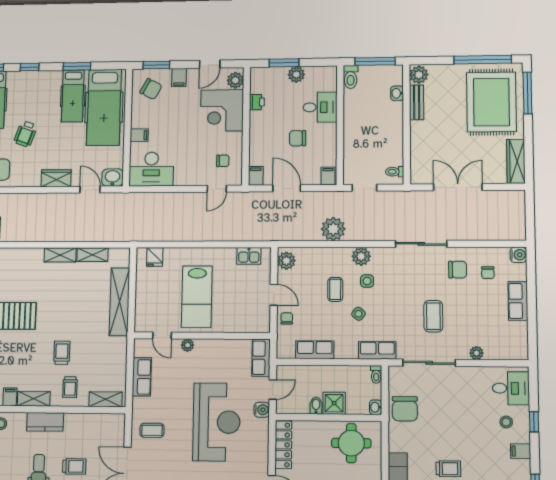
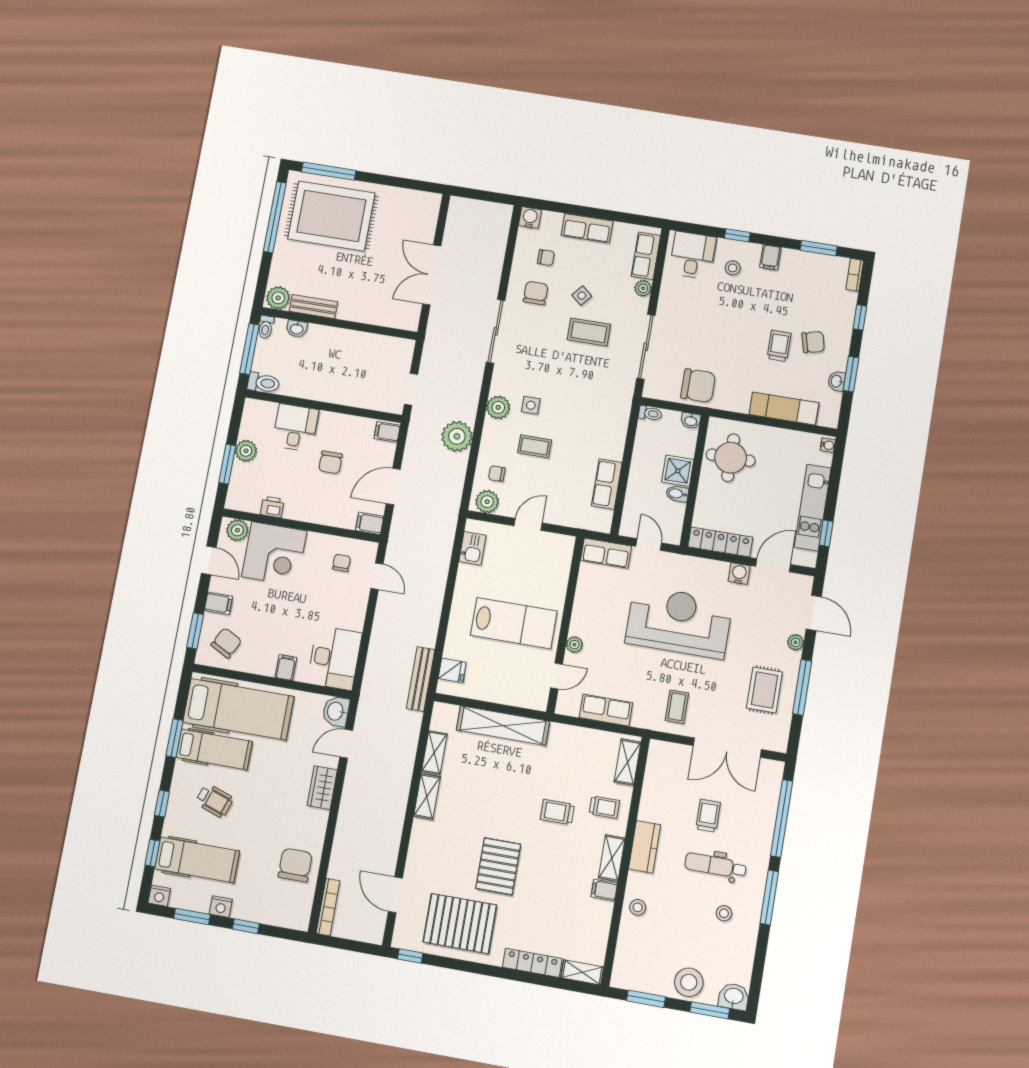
wheelchair: (25, 134) -> (214, 801), moved
wardrobe: (516, 161) -> (412, 200), removed
toilet: (395, 172) -> (266, 327), moved
bench: (145, 235) -> (421, 679), added
side table: (359, 314) -> (582, 296), moved
chair: (287, 318) -> (497, 474), moved
row of seats: (377, 350) -> (646, 256), moved
water cooler: (262, 410) -> (739, 574), moved

